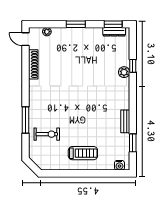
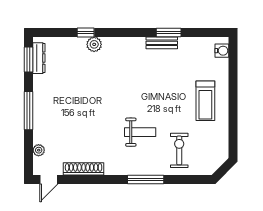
window: (76, 24) -> (29, 111), width x1.44
weight bench: (60, 106) -> (140, 132), added
window: (26, 120) -> (146, 179), moved
window: (133, 143) -> (169, 33), moved
treadmill: (83, 153) -> (205, 101), turned 180

